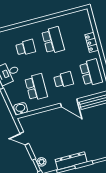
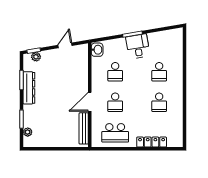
school desk: (53, 40) -> (159, 102), width x0.54
locker: (92, 42) -> (152, 142), width x1.53
school desk: (36, 87) -> (115, 72), width x0.54

